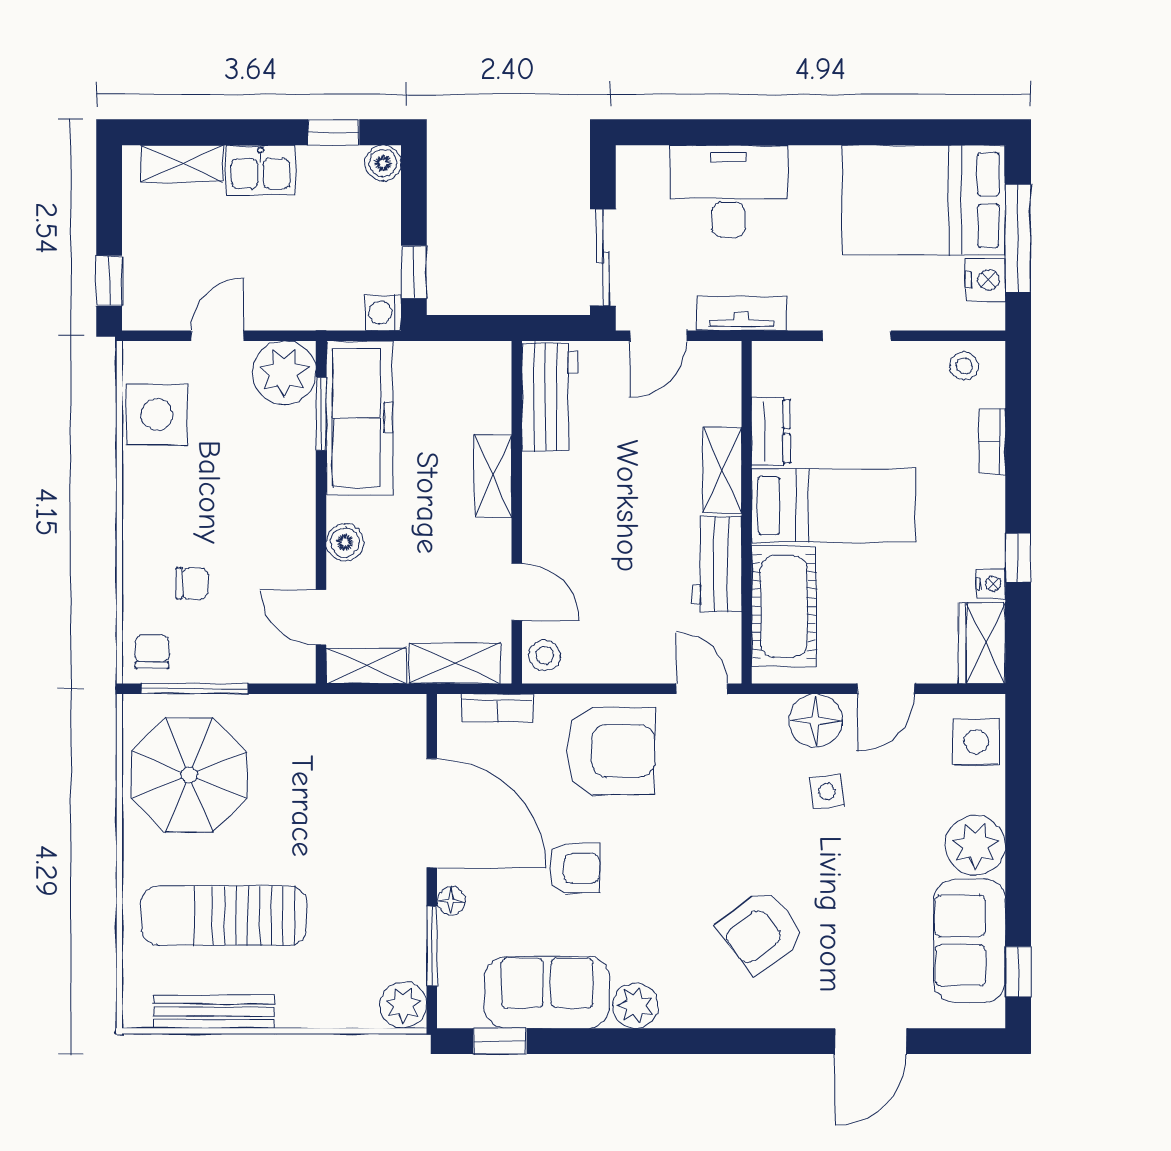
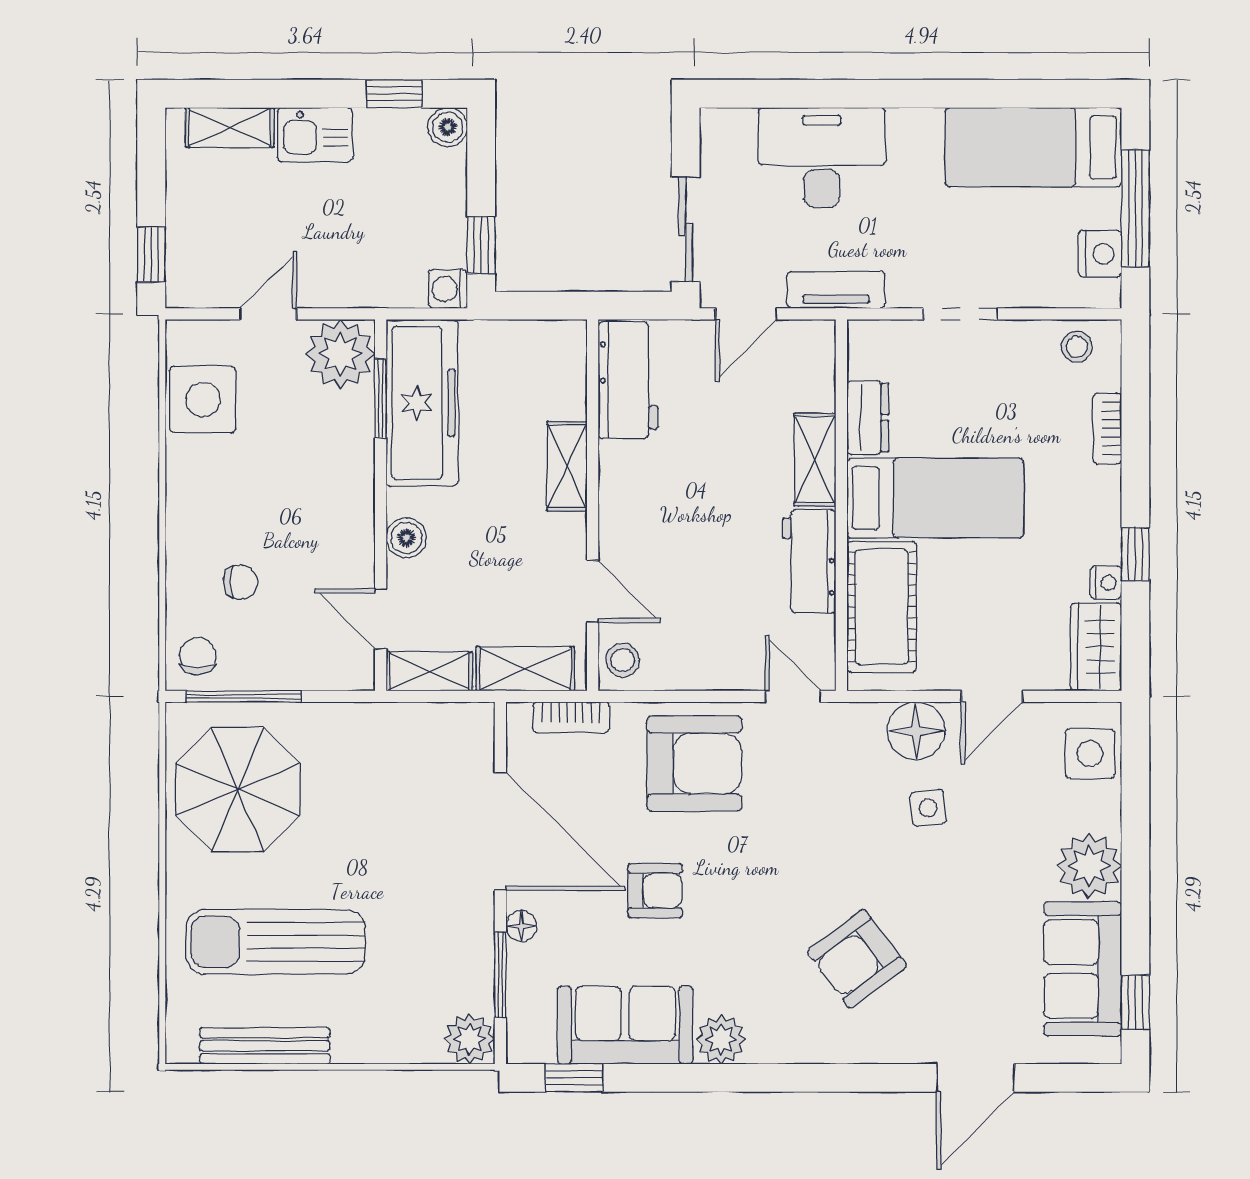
bed: (924, 200) -> (1033, 147), width x0.67

